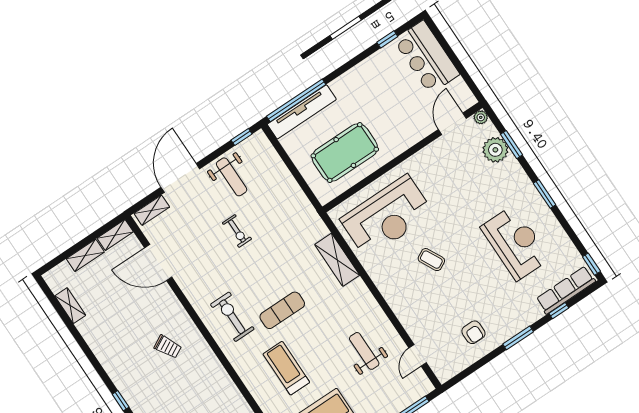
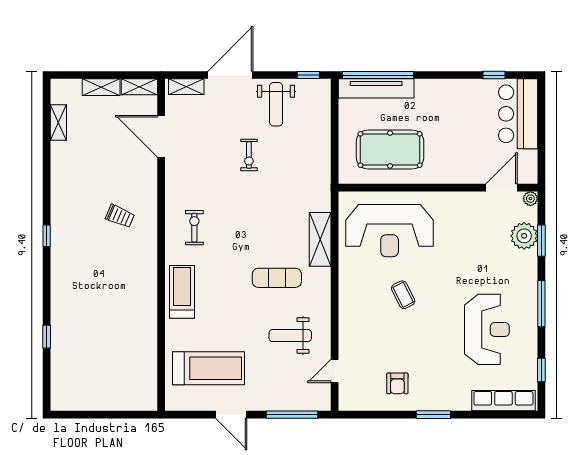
window: (545, 194) -> (541, 304), width x1.44
window: (591, 264) -> (541, 370), moved
exercise mat: (282, 310) -> (277, 278), moved
window: (559, 311) -> (485, 415), removed
exercise bike: (232, 317) -> (194, 228), width x0.73, depth x0.72
trolley: (168, 347) -> (120, 216), turned -39
weight bench: (364, 351) -> (290, 336), turned -90
treadmill: (286, 368) -> (182, 292), moved

